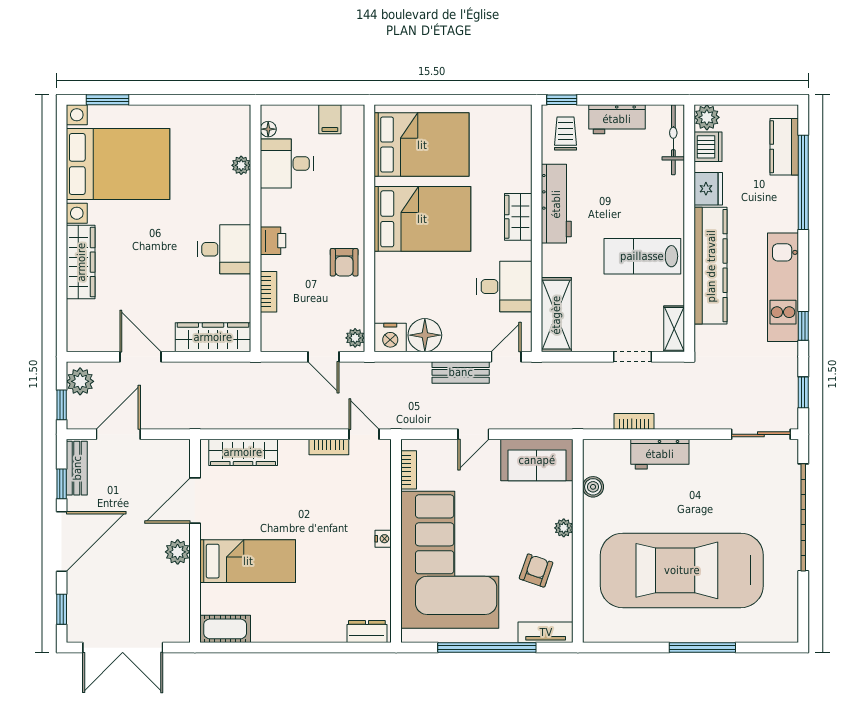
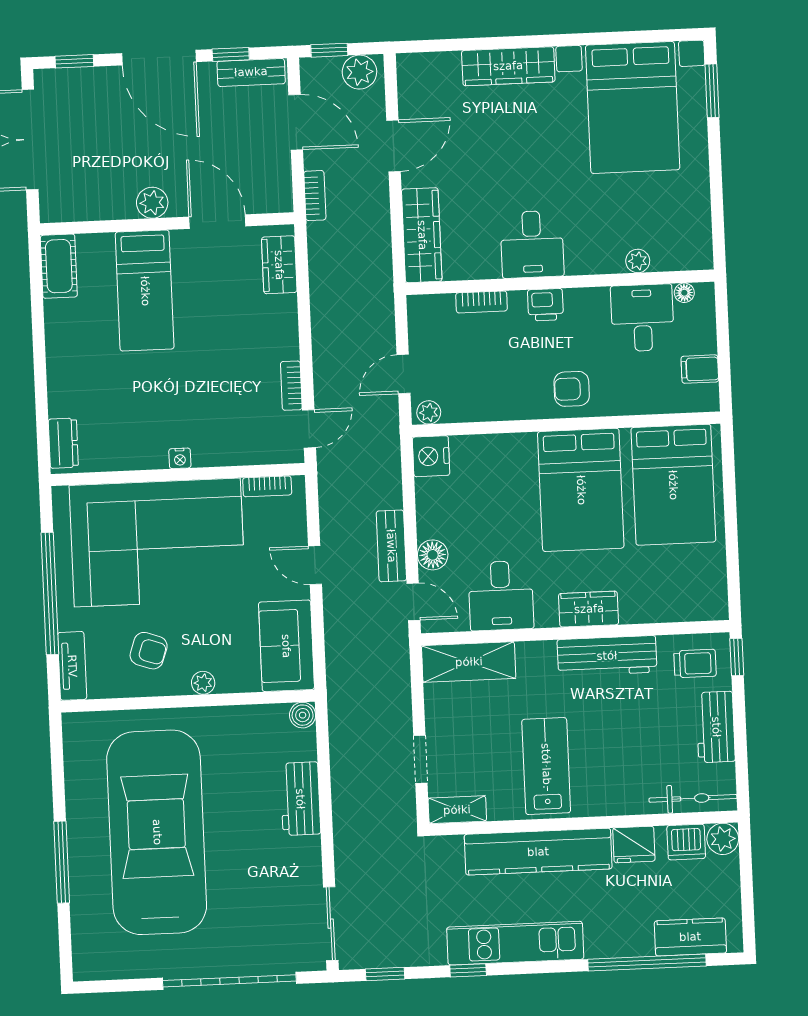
armchair: (344, 262) -> (572, 389), moved
floor lamp: (425, 335) -> (433, 555), moved, width x0.73, depth x0.73
bookcase: (634, 421) -> (315, 196), moved
wardrobe: (243, 452) -> (279, 265), width x0.67
boiler: (593, 487) -> (303, 715), moved

